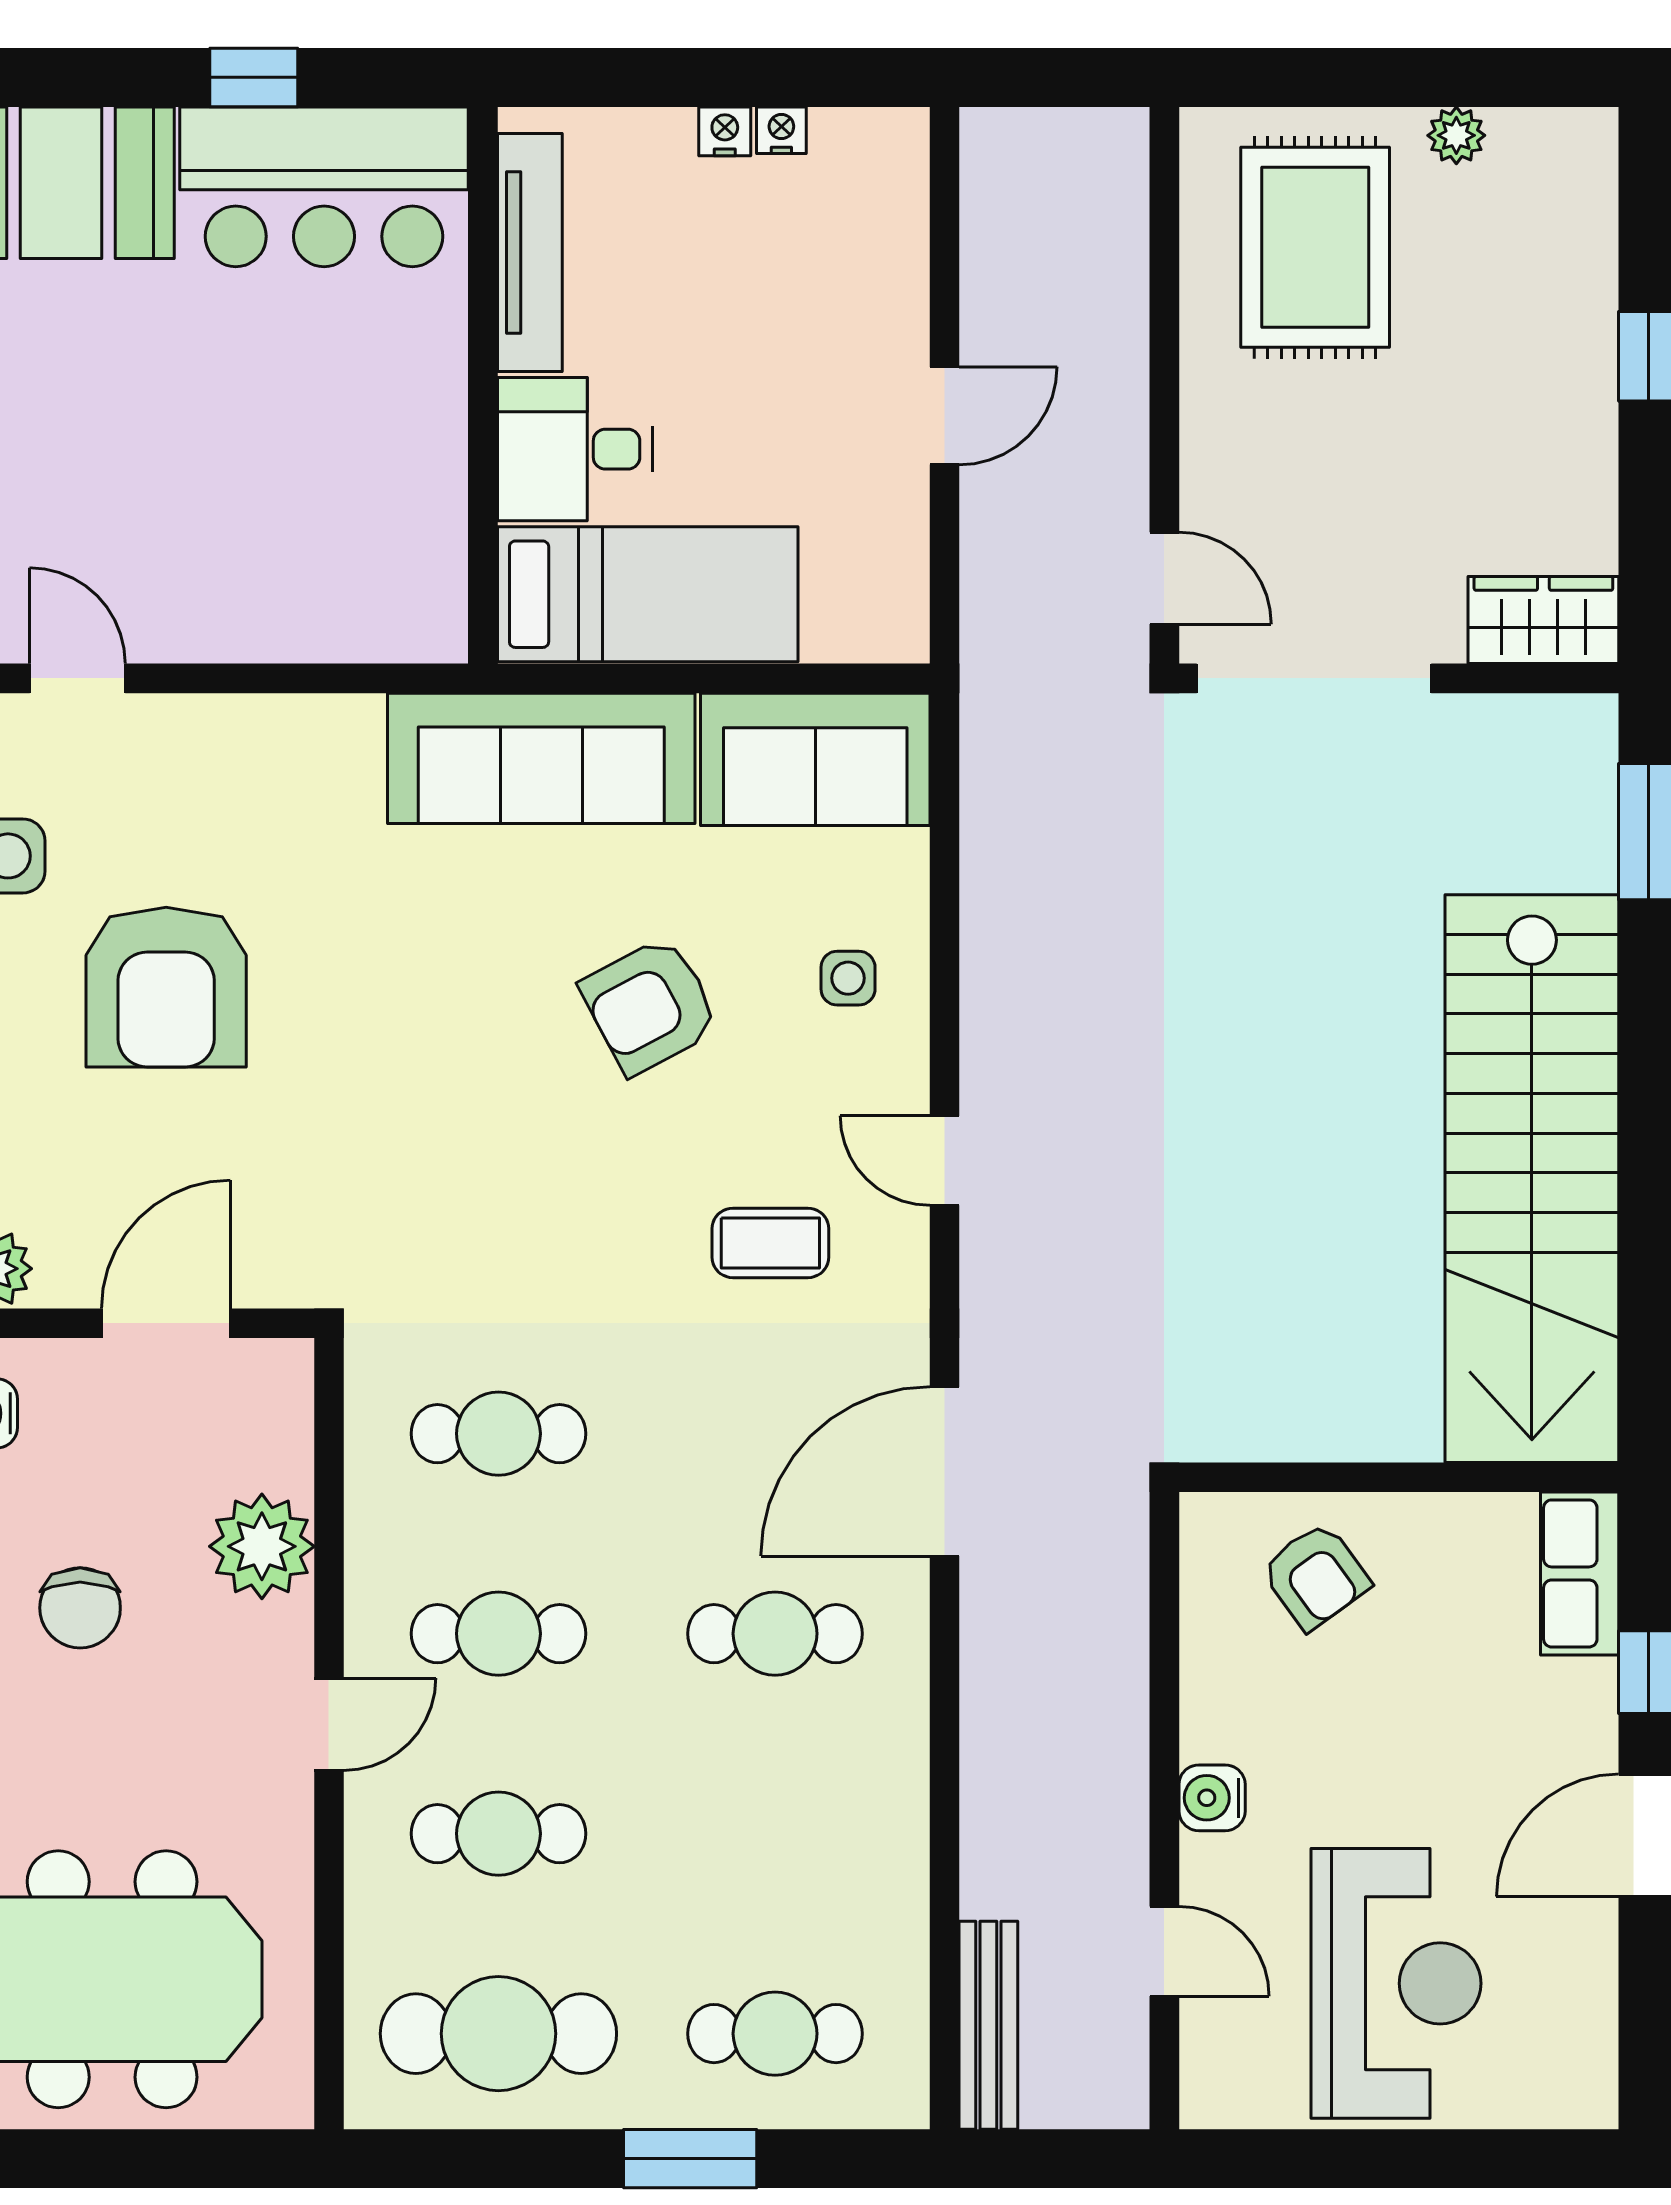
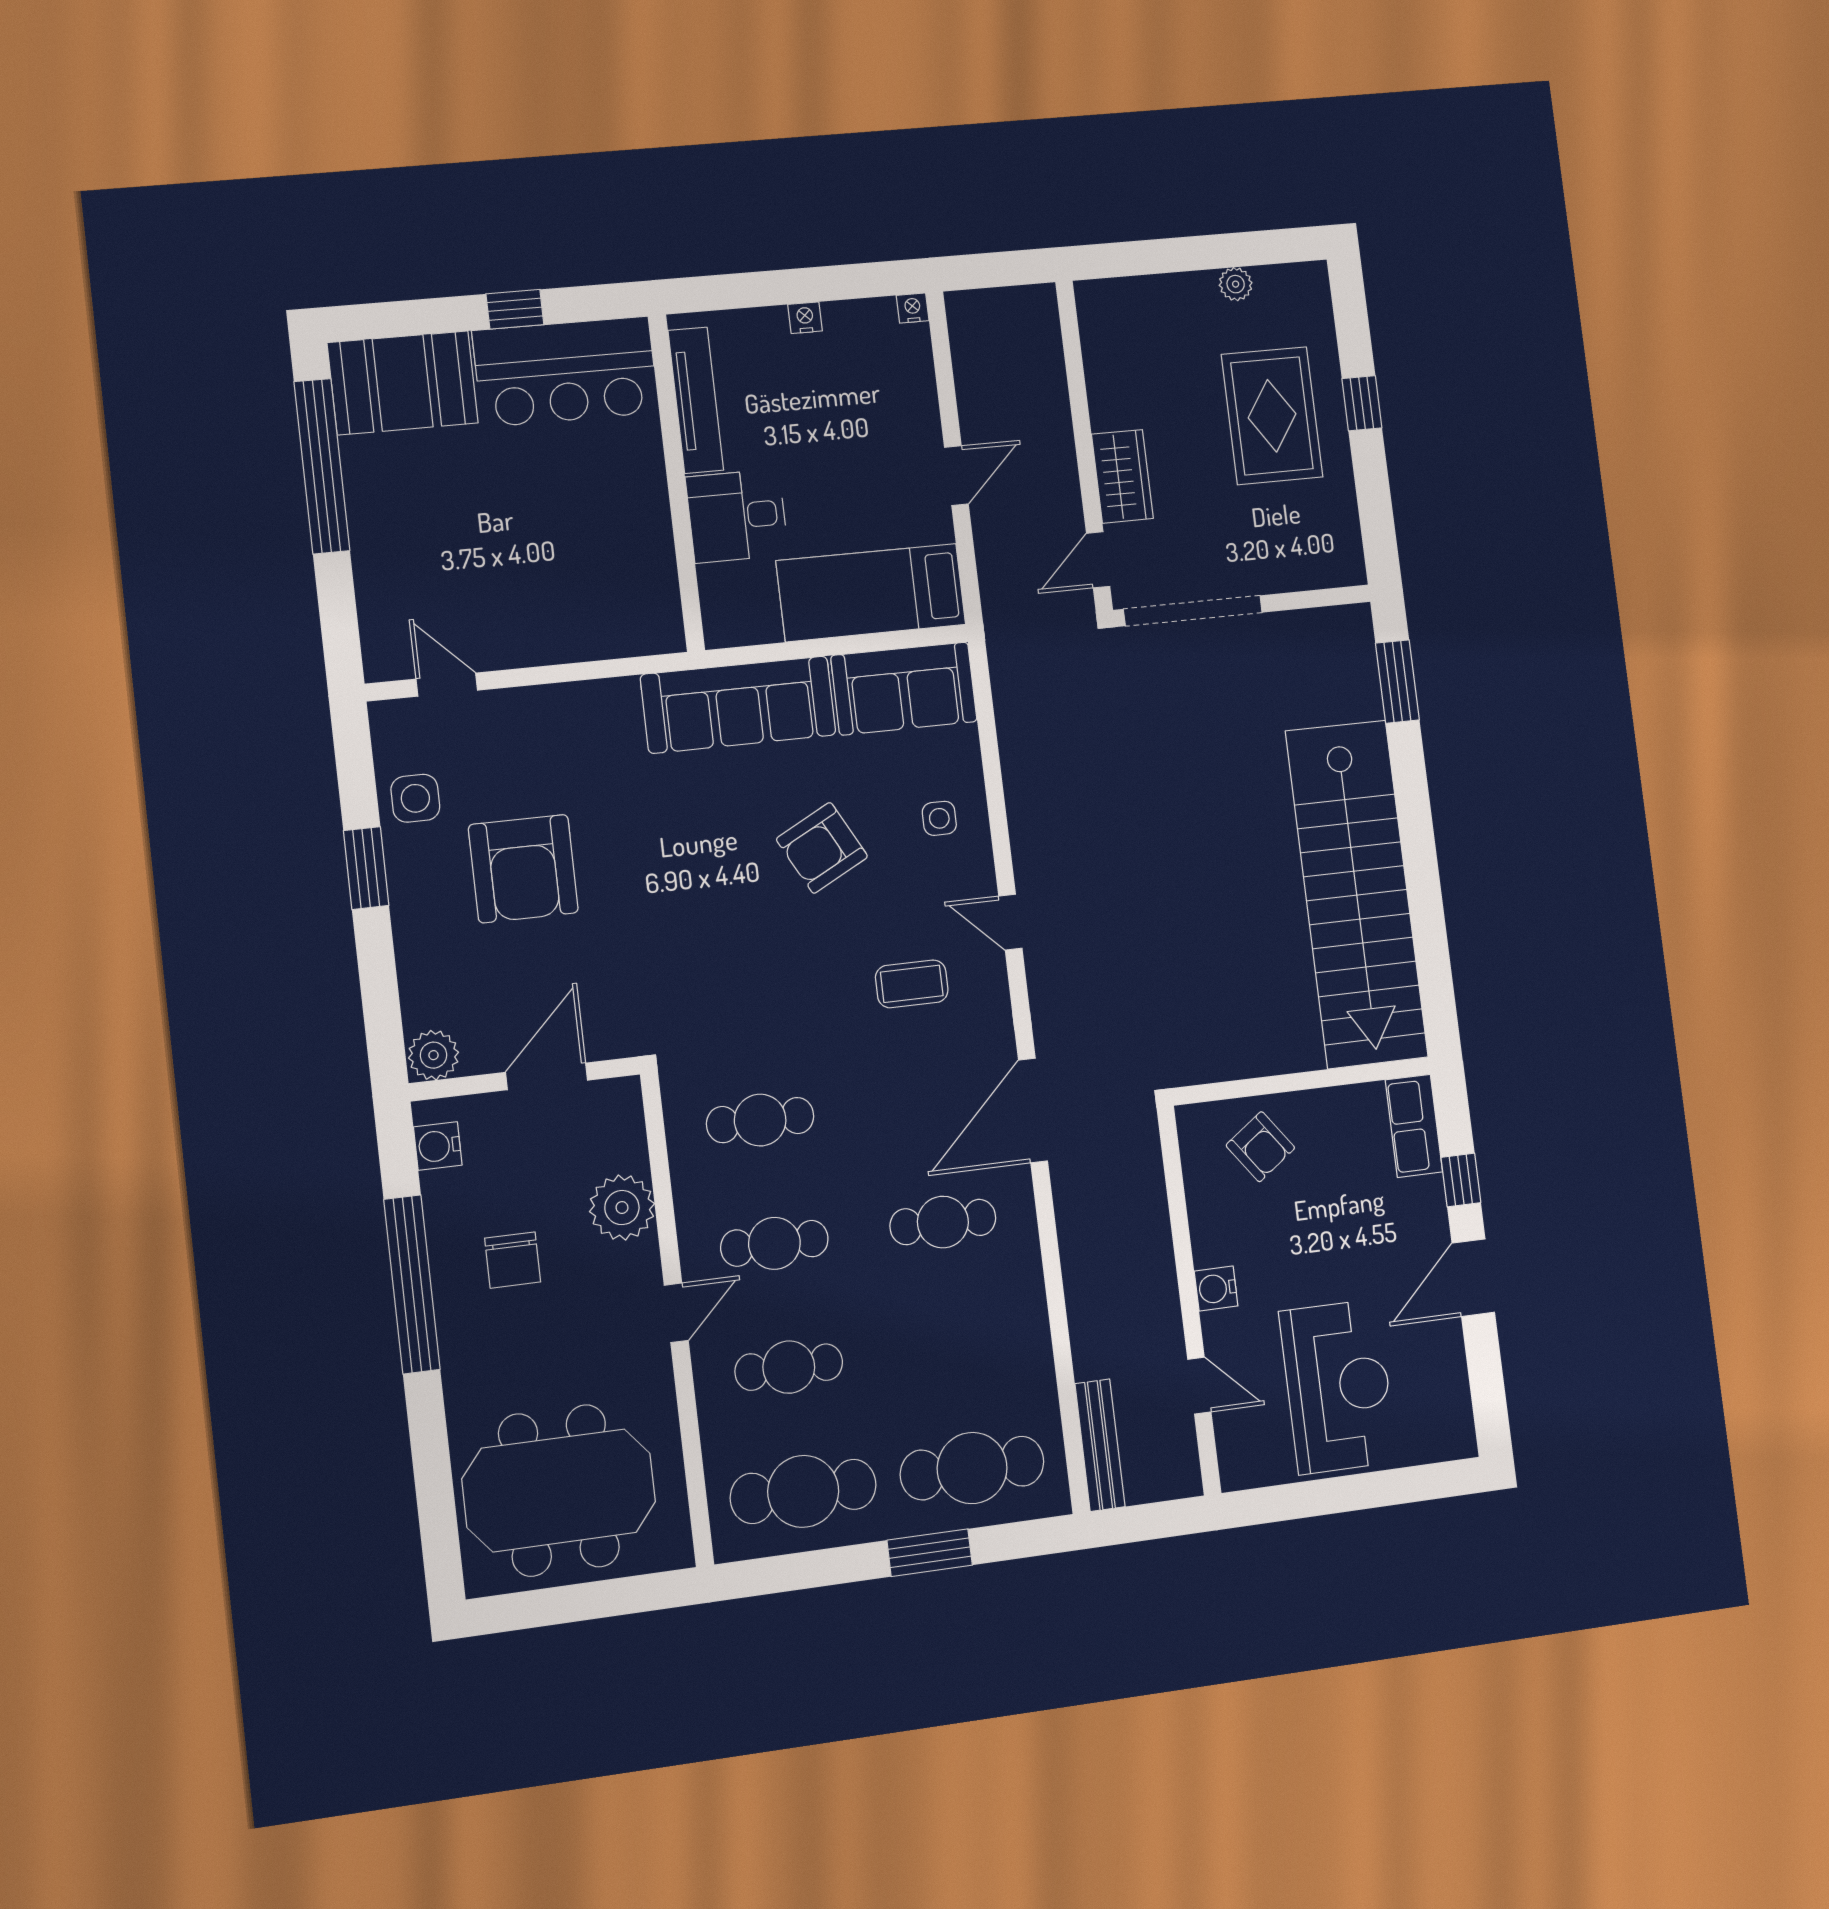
nightstand: (781, 130) -> (913, 308), moved
rug: (1315, 247) -> (1272, 416), moved
door: (1164, 578) -> (1098, 560), swing flipped
bed: (648, 594) -> (871, 593), moved, turned 180
wardrobe: (1543, 620) -> (1122, 476), moved, turned 90
cafe table: (775, 2034) -> (972, 1468), width x1.37, depth x1.35

